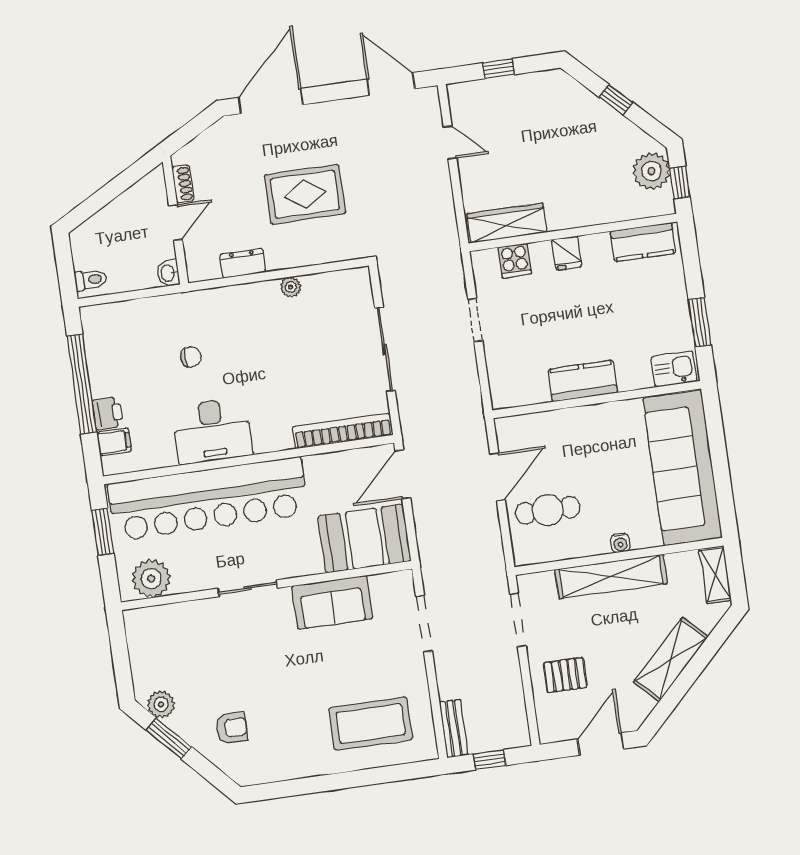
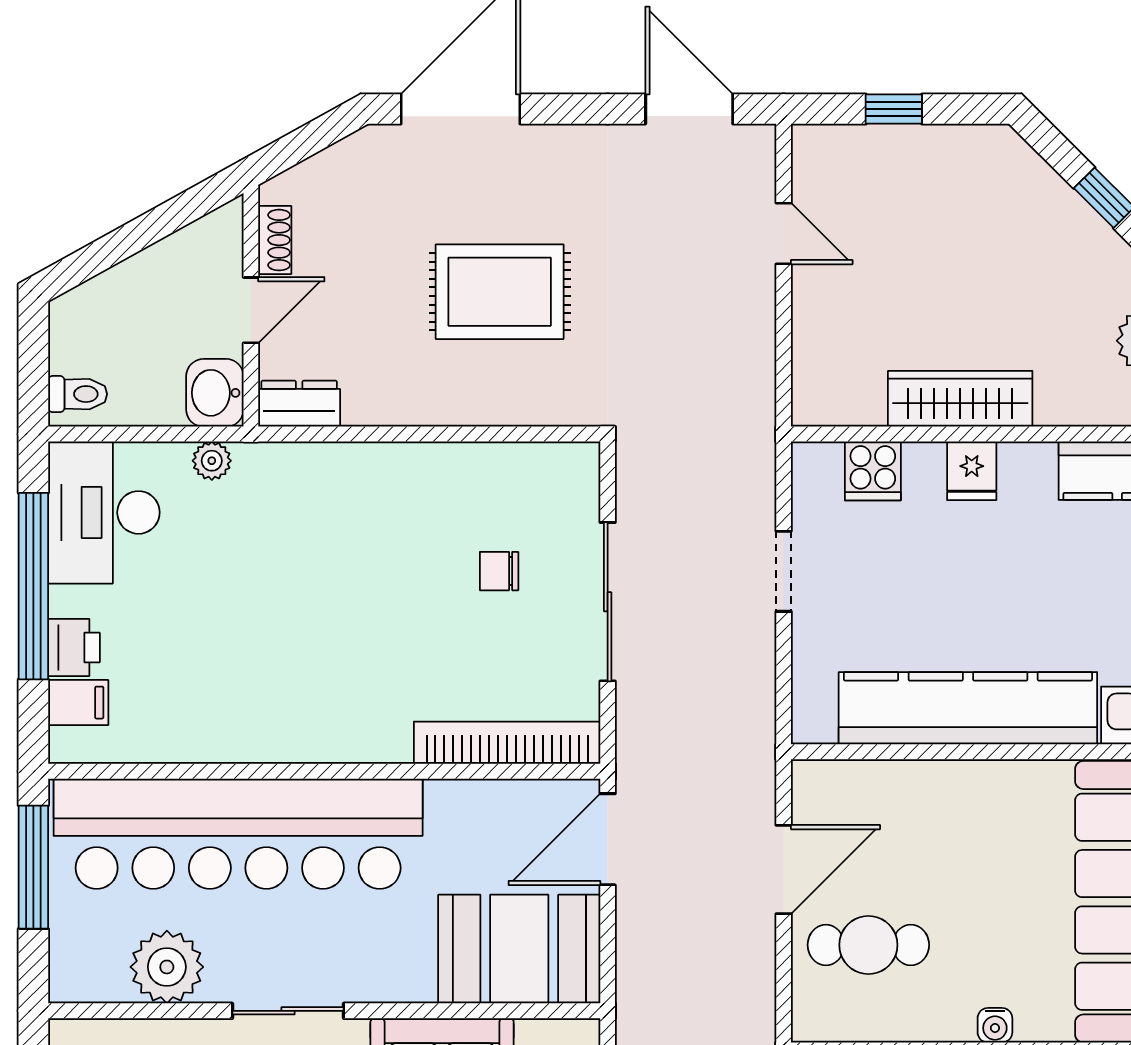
wardrobe: (507, 223) -> (960, 399), moved
dresser: (243, 263) -> (299, 404), moved
washbasin: (168, 273) -> (215, 393), width x1.38, depth x1.45
plant: (291, 287) -> (212, 461), moved
chair: (191, 357) -> (499, 571), moved, turned 180
kitchen counter: (583, 381) -> (968, 708), width x2.08, depth x1.17
desk: (212, 431) -> (104, 512), moved, turned 90
window: (103, 532) -> (33, 867), width x1.44
plant: (151, 578) -> (167, 967), moved

